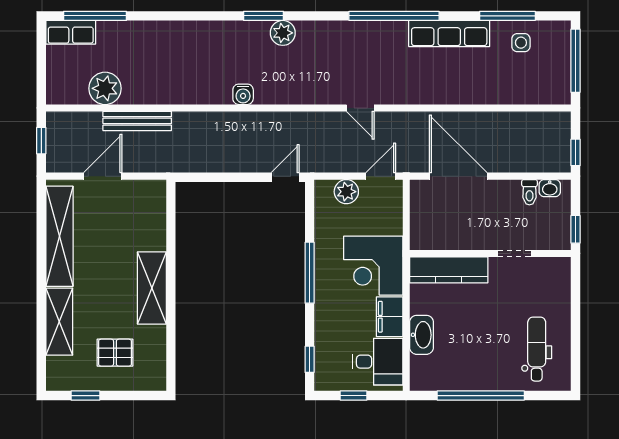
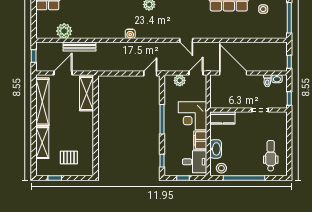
kitchen counter: (449, 270) -> (222, 118), width x0.67
shelving: (152, 288) -> (87, 94), moved
stool: (434, 375) -> (221, 168), added

